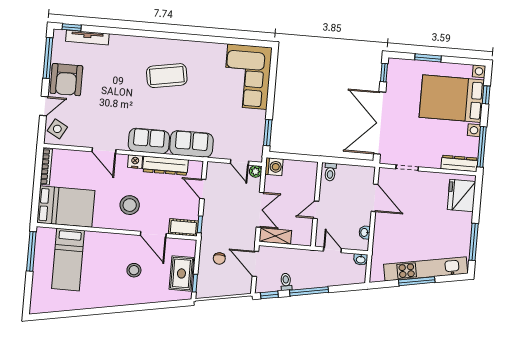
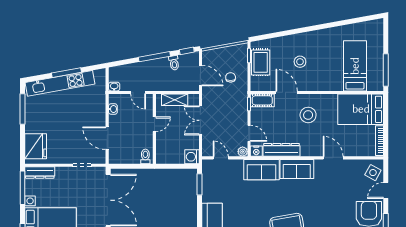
nightstand: (135, 162) -> (256, 151), moved
plant: (256, 171) -> (243, 152), moved
shelving: (275, 236) -> (175, 100), moved

